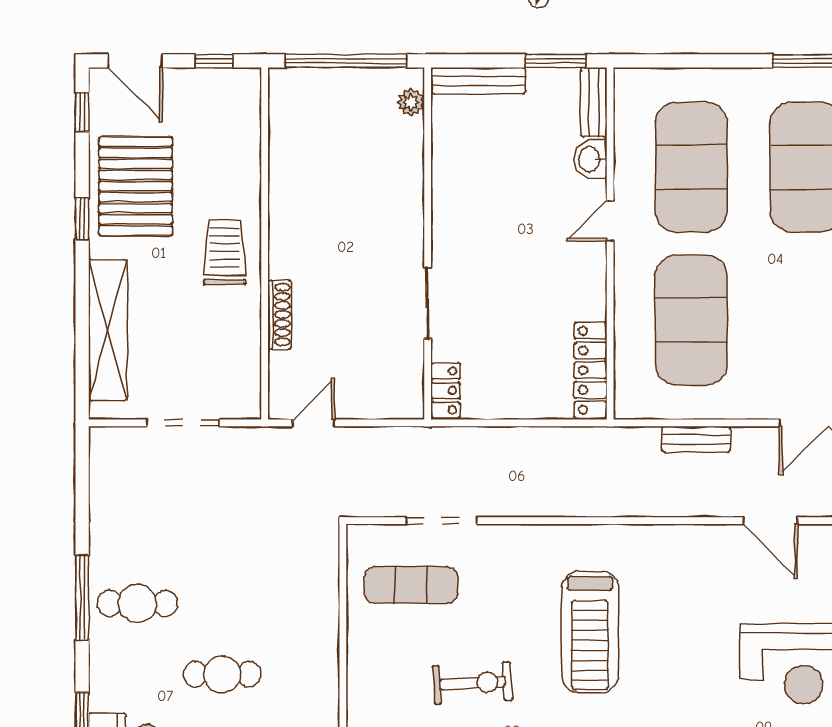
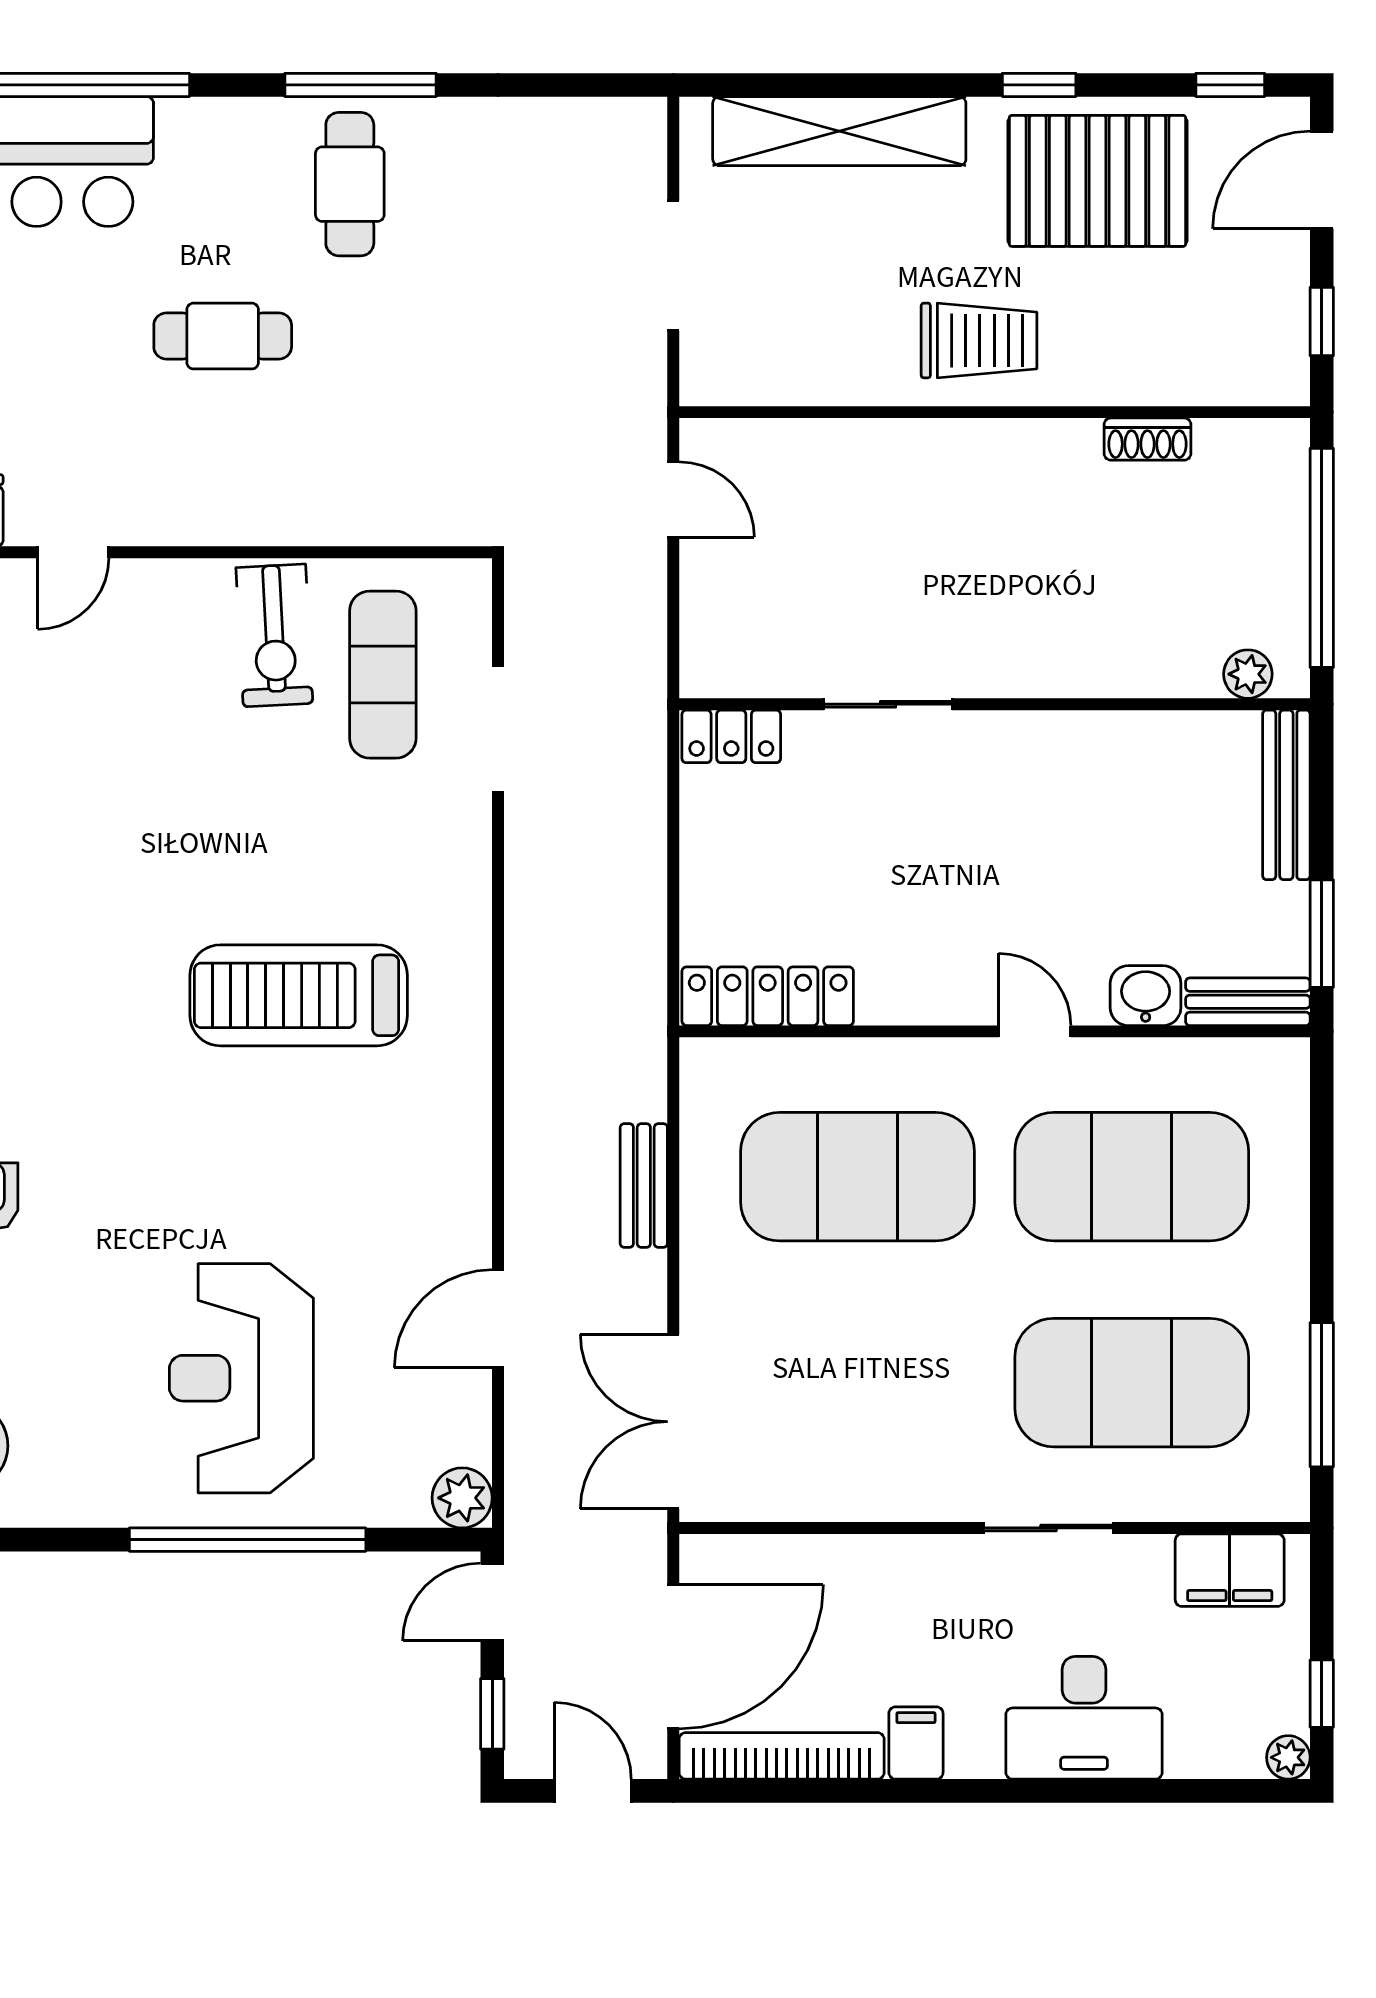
shoe rack: (280, 314) -> (1147, 439), moved, width x0.70
cafe table: (222, 674) -> (223, 336), turned 90
exercise bike: (472, 683) -> (274, 635), moved

